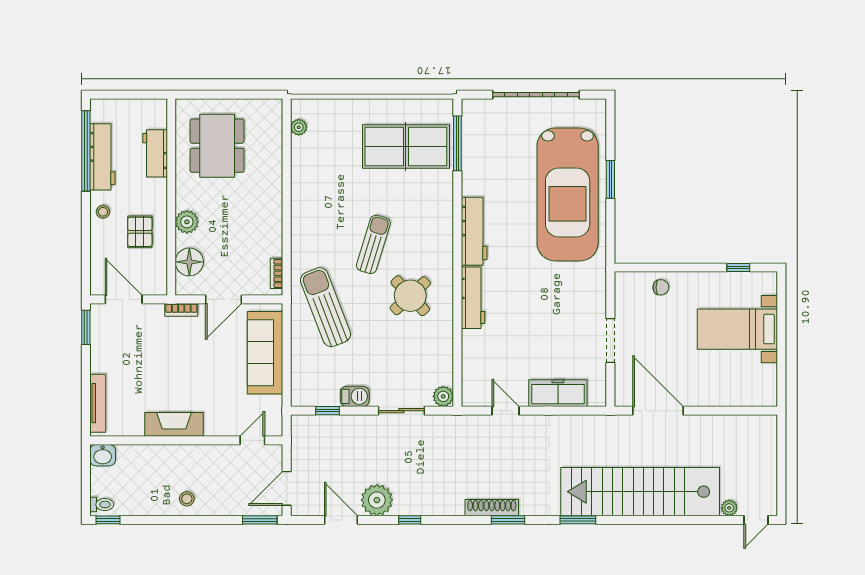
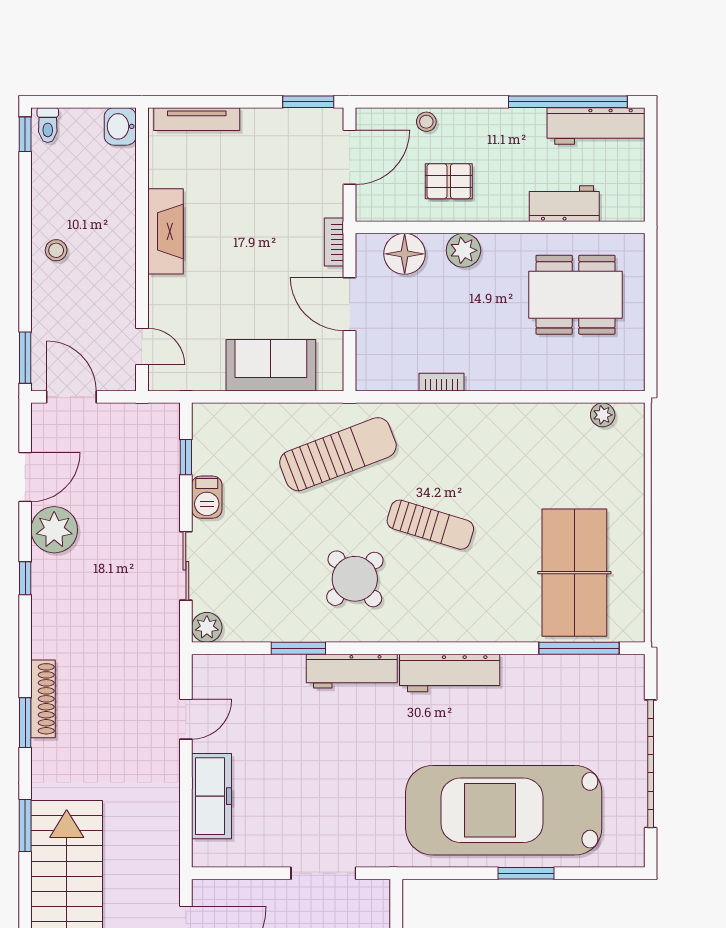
workbench: (102, 157) -> (596, 126), moved
stool: (103, 212) -> (426, 122), moved
bookcase: (276, 273) -> (442, 382), moved
window: (457, 334) -> (298, 648), added
doorway: (610, 341) -> (323, 873), moved
sofa: (265, 353) -> (271, 365), width x0.73

